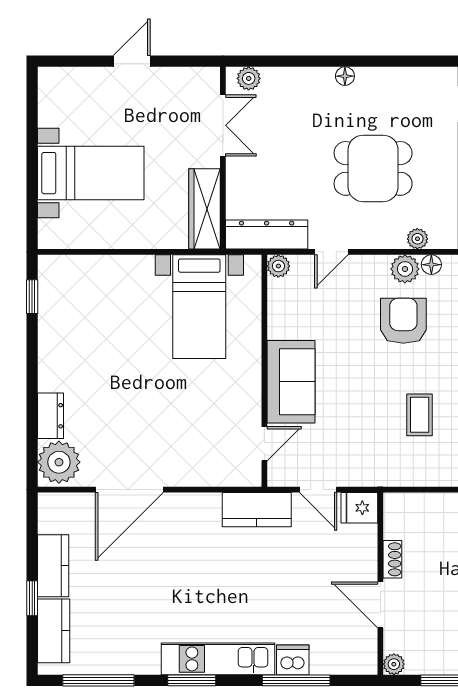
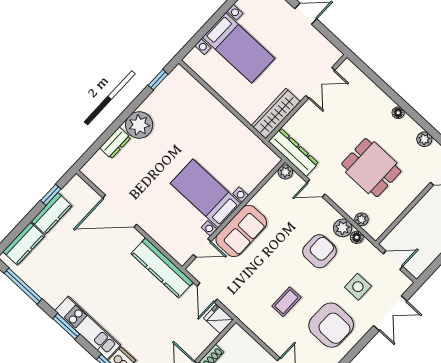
plant: (249, 78) -> (424, 139), moved
bed with nightstands: (199, 307) -> (206, 194), moved, turned 90
plant: (59, 462) -> (139, 125), moved
kitchen counter: (257, 510) -> (162, 268), width x1.50
window: (32, 598) -> (51, 195), moved

